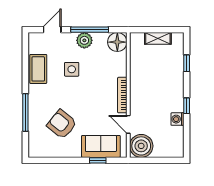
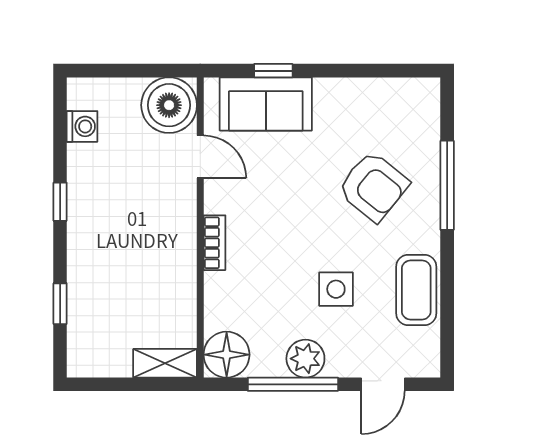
shelving: (158, 38) -> (165, 363), moved
bookcase: (122, 95) -> (214, 243), width x0.64
washing machine: (177, 119) -> (82, 126), moved
armchair: (62, 124) -> (373, 186), moved

